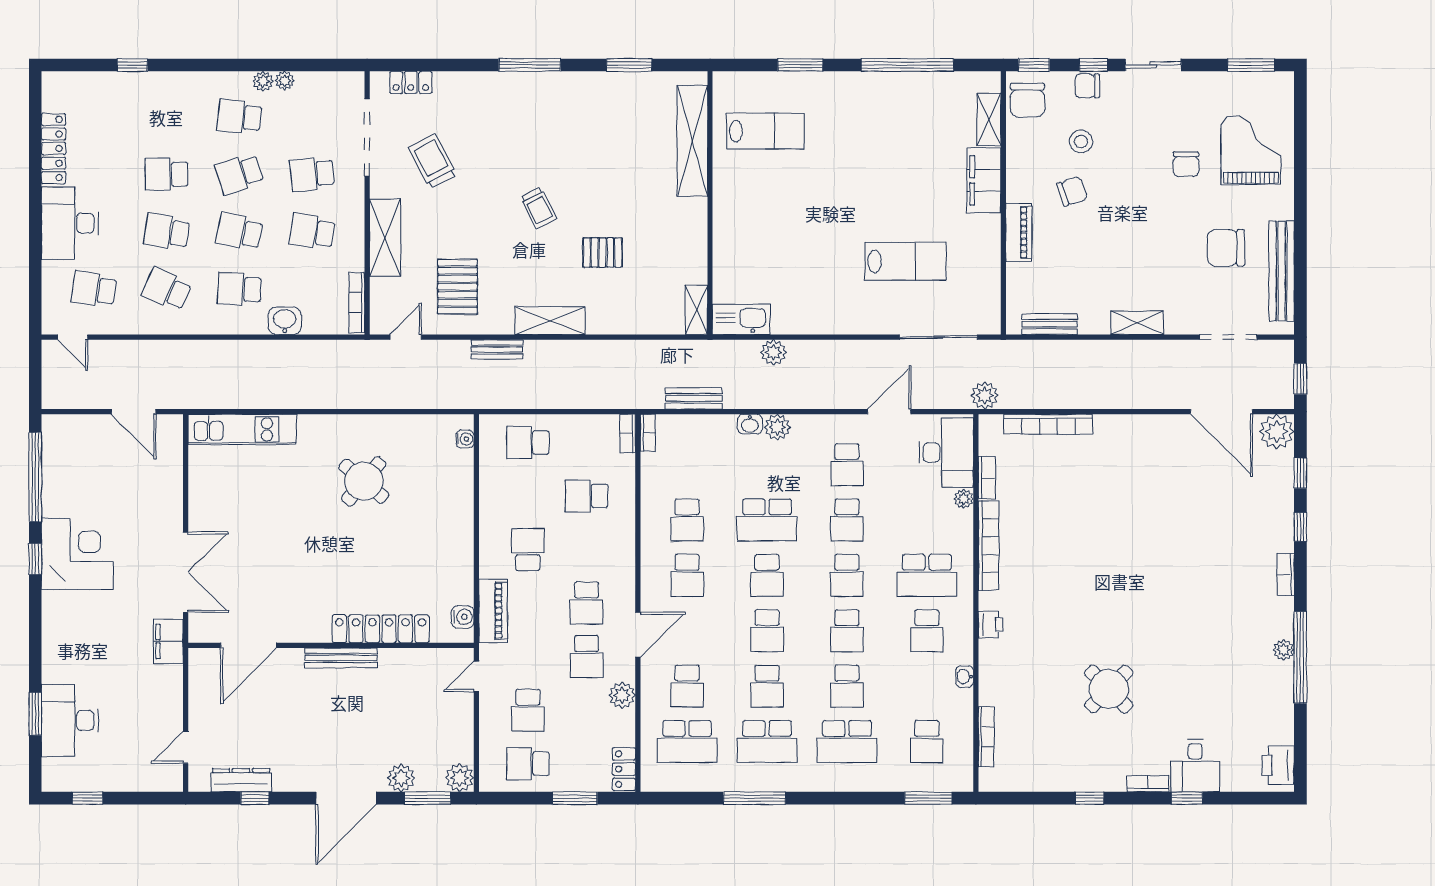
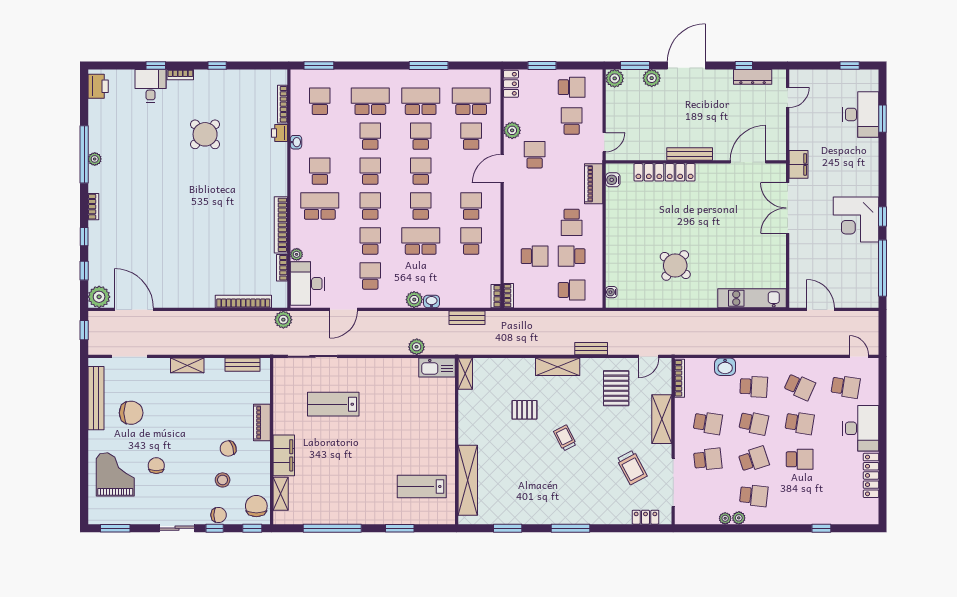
grand piano: (1251, 150) -> (115, 474), turned 180
school desk: (587, 603) -> (572, 256), moved, turned -90
printer: (991, 625) -> (279, 133), moved

